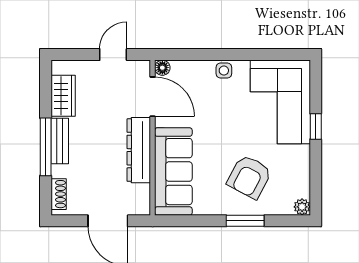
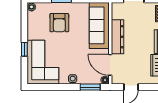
window: (191, 54) -> (90, 87), added
armchair: (249, 177) -> (59, 23), turned 152

